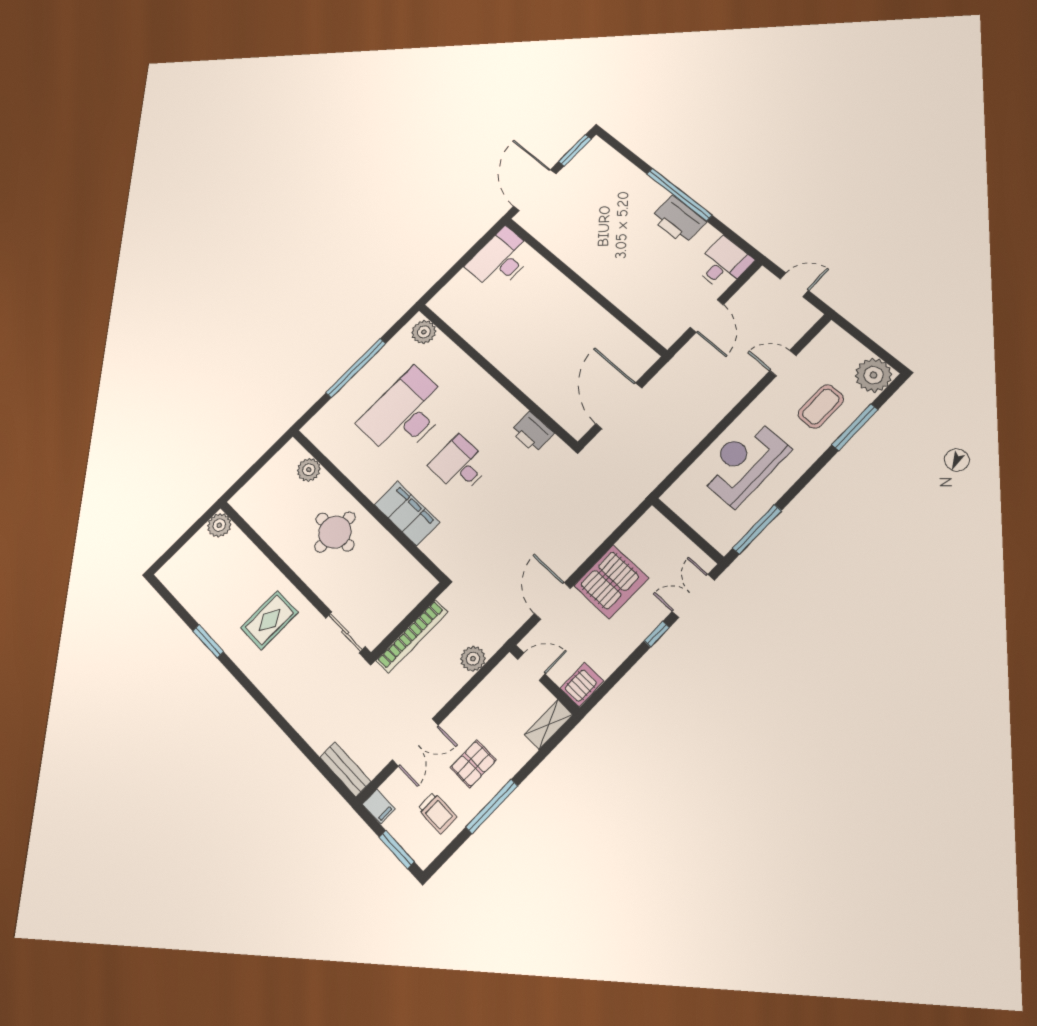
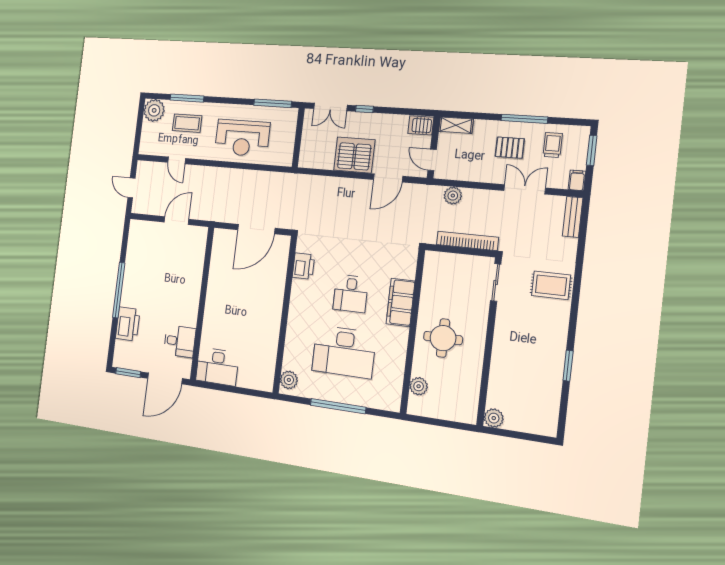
printer: (678, 220) -> (128, 324), moved
desk: (723, 264) -> (180, 341), moved, turned 180
rug: (269, 620) -> (551, 285), moved

